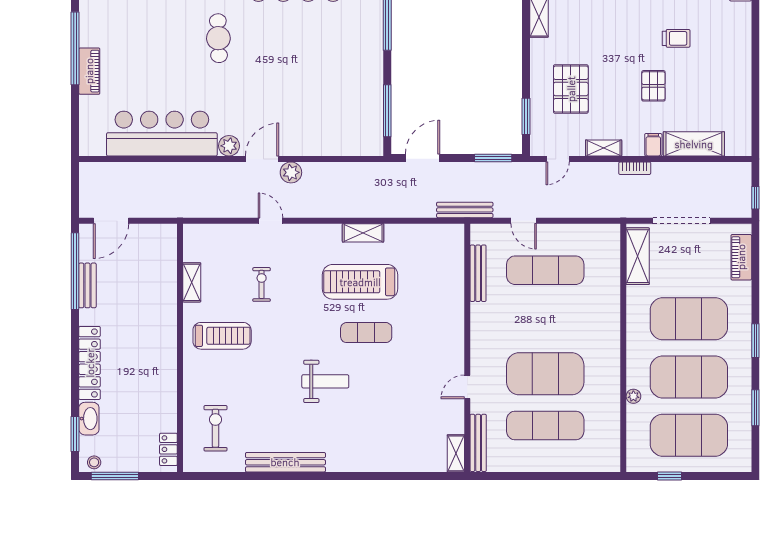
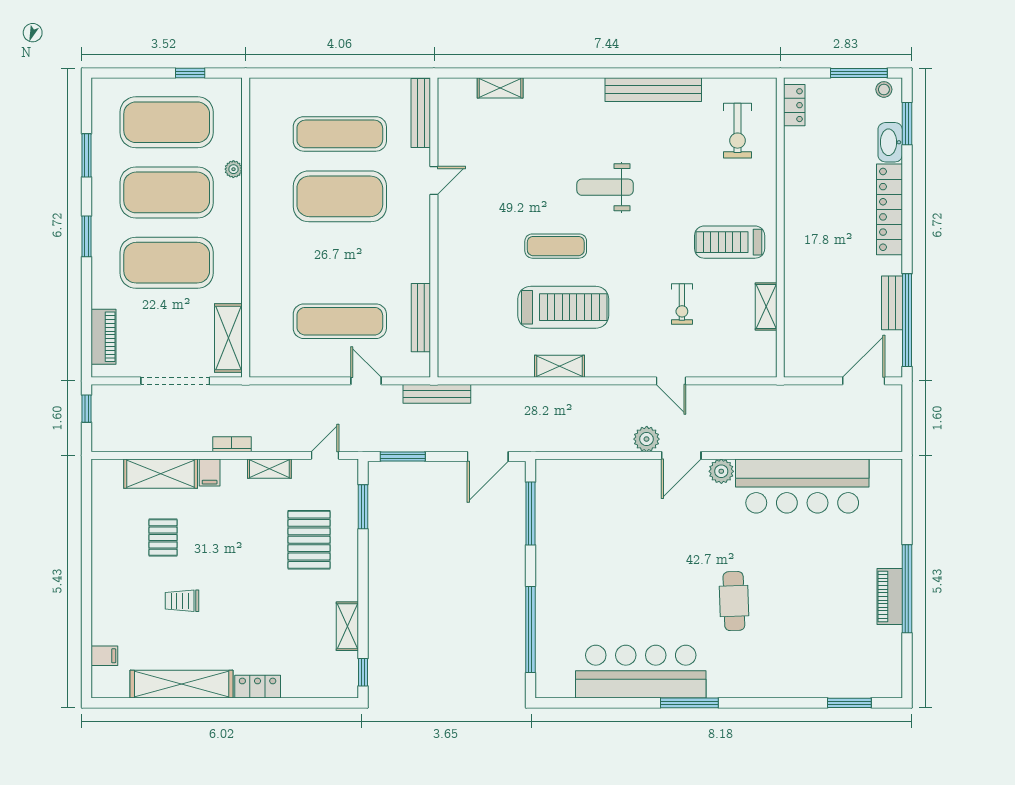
piano: (89, 71) -> (890, 596), moved
pallet: (653, 86) -> (163, 538), moved
shelving: (456, 453) -> (500, 88), moved, turned 90

